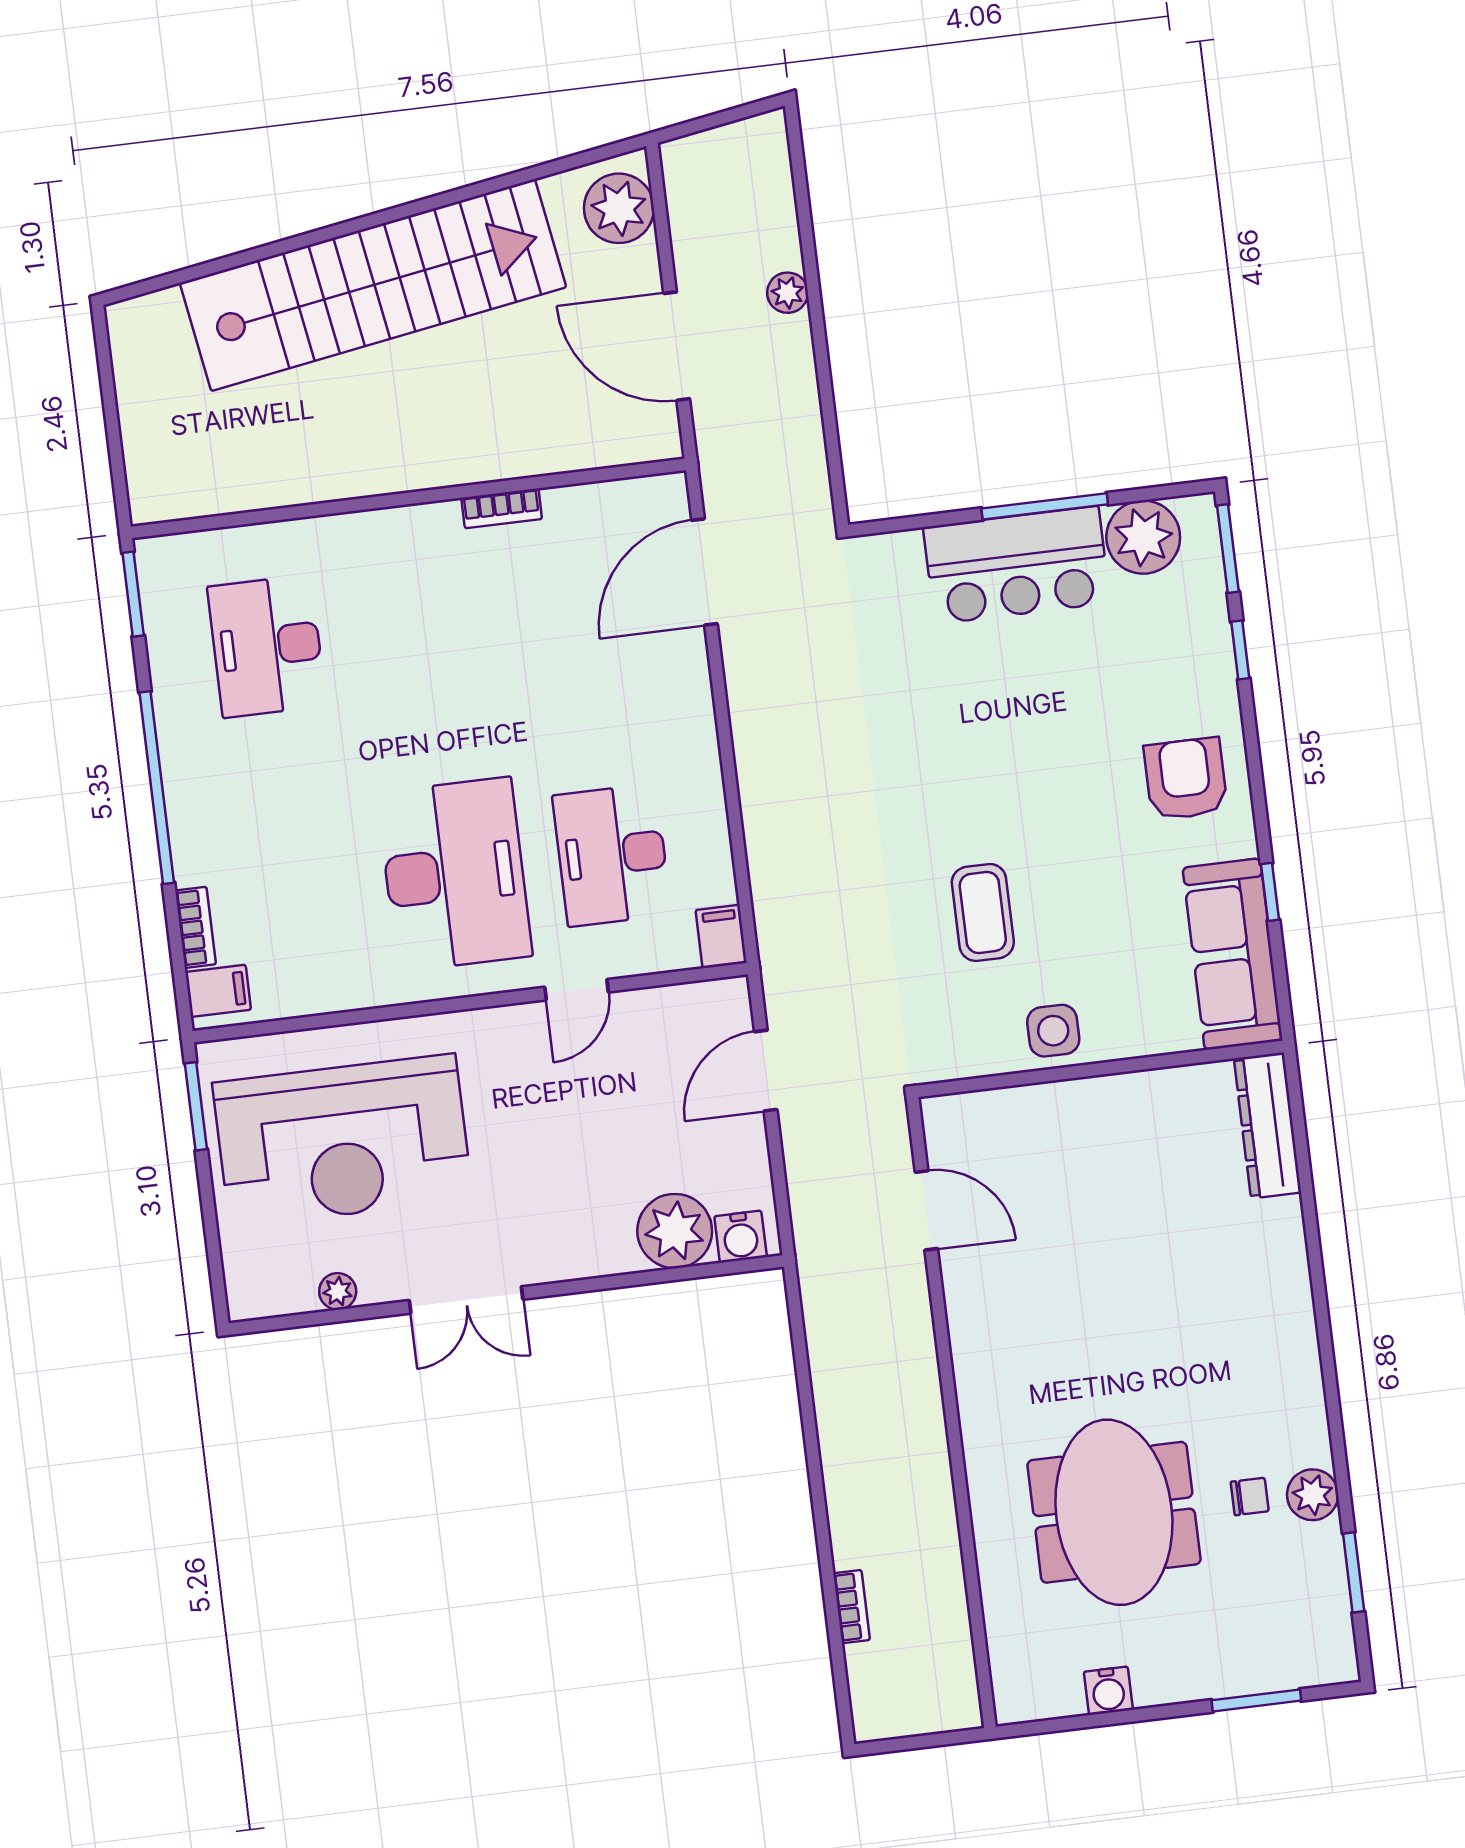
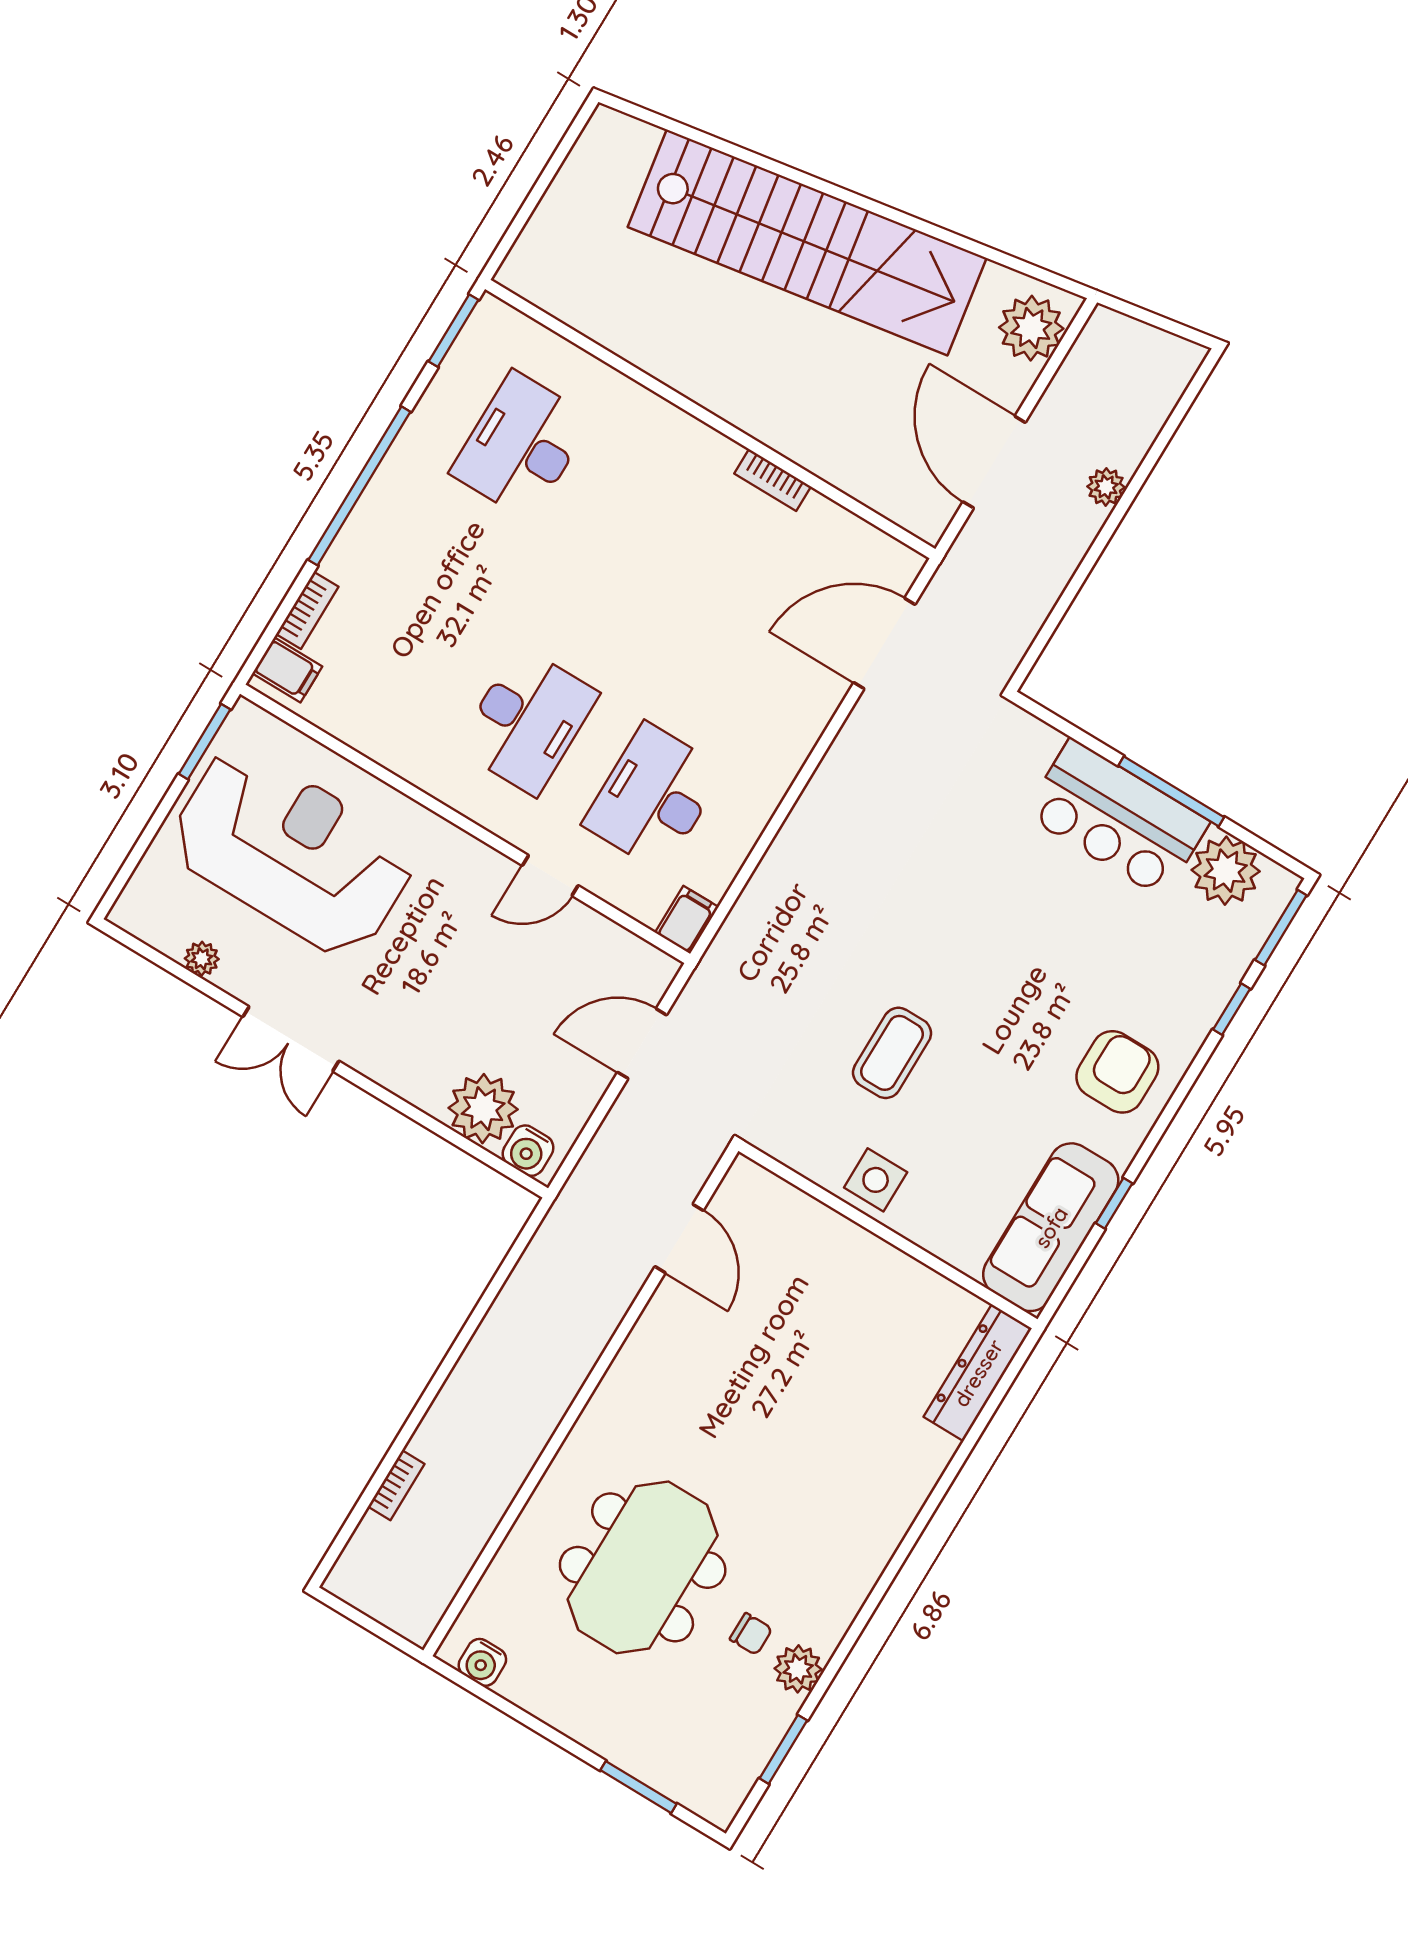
desk: (455, 874) -> (527, 721), width x0.73, depth x0.77
reception desk: (343, 1141) -> (292, 851), turned 180
water cooler: (1108, 1691) -> (482, 1662), moved

